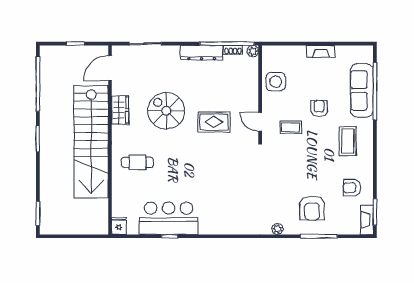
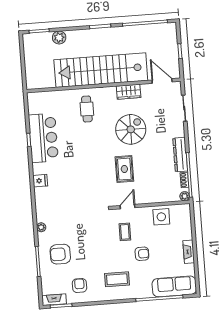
sofa: (362, 90) -> (174, 286), moved
plant: (48, 190) -> (59, 38), added
fridge: (119, 226) -> (40, 181), moved

